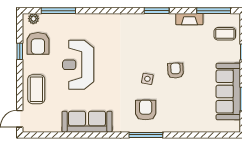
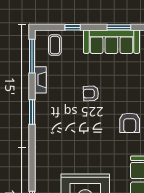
side table: (147, 79) -> (99, 121), removed
armchair: (146, 110) -> (130, 123), turned -90

